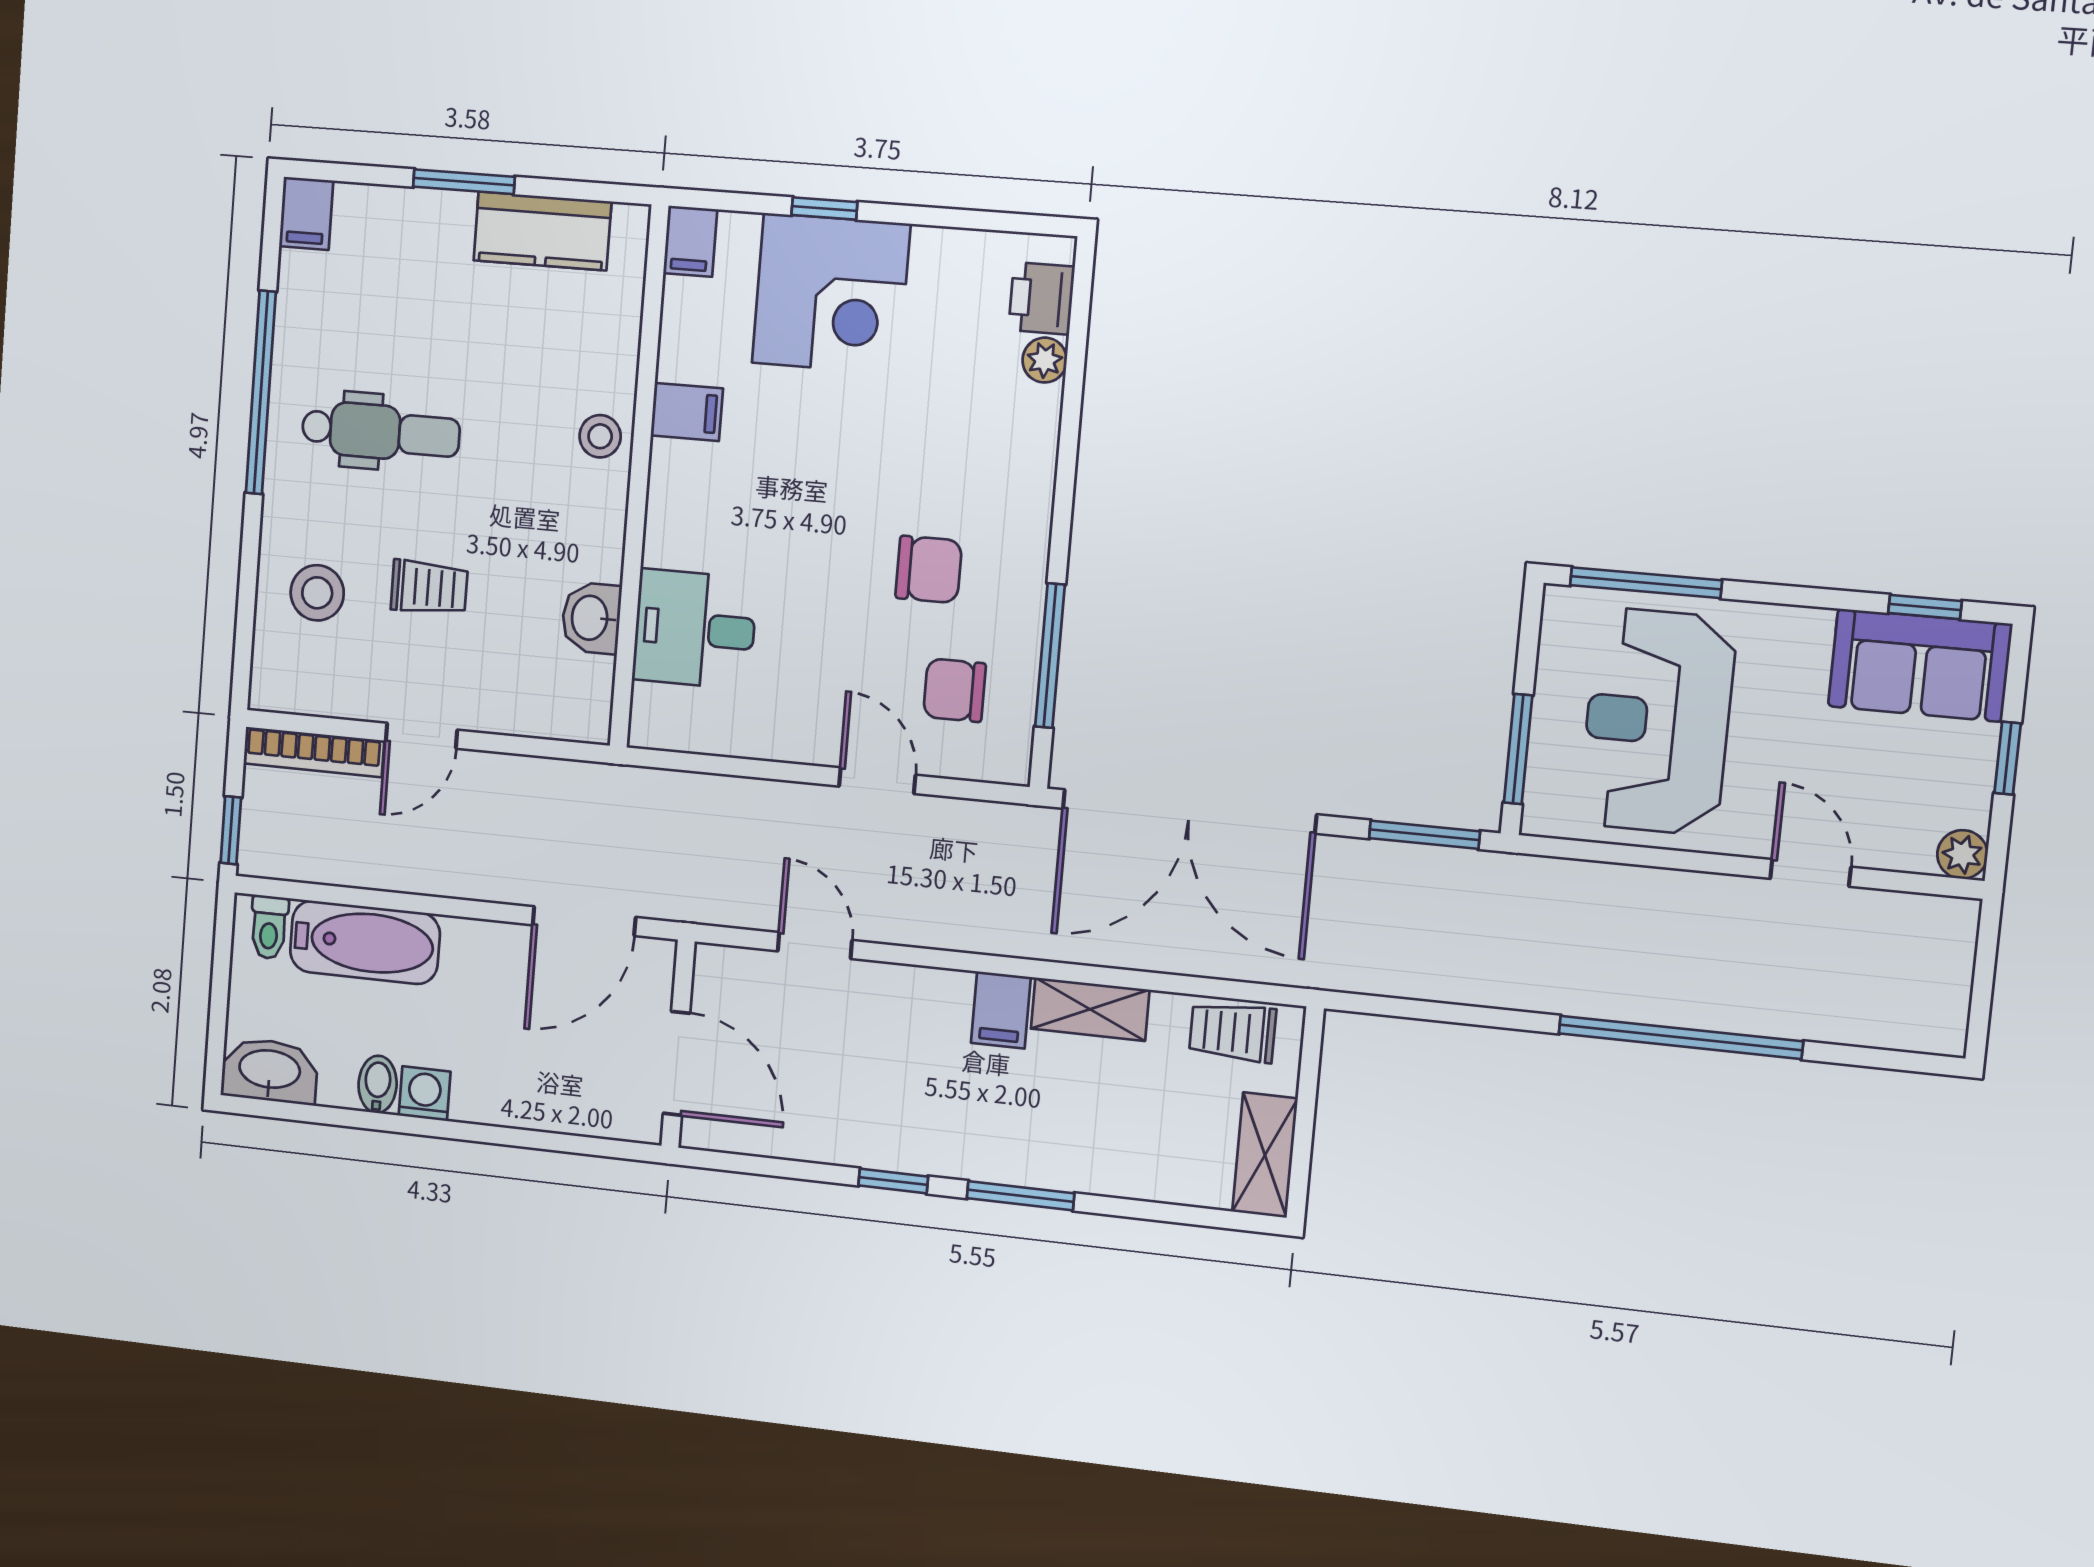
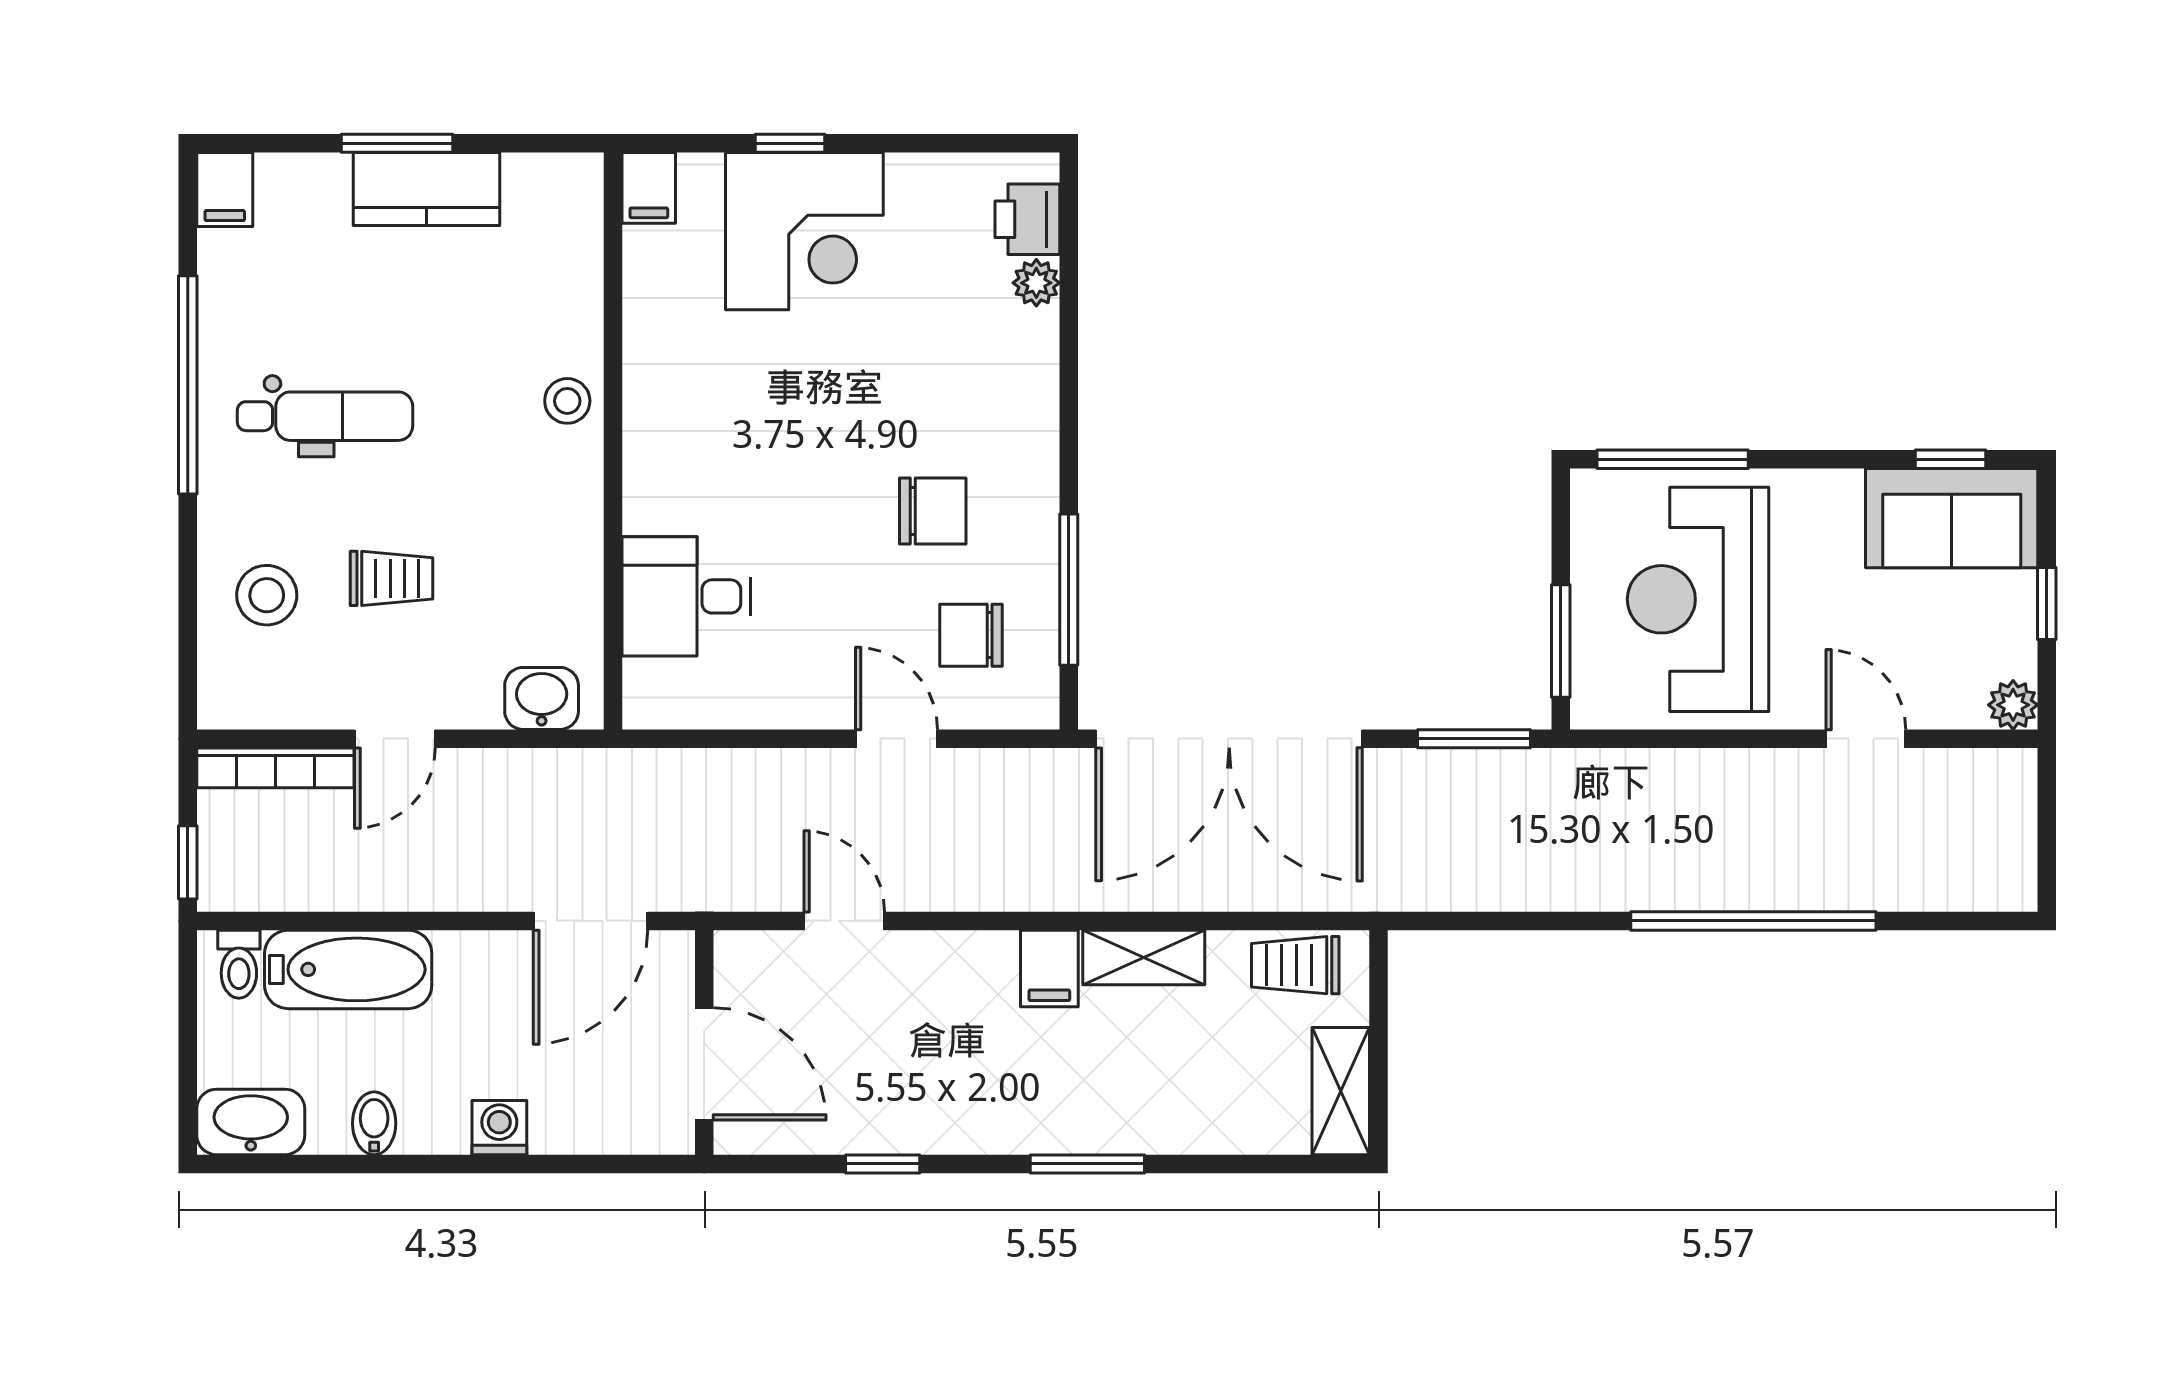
kitchen counter: (542, 231) -> (426, 189), moved
filing cabinet: (687, 412) -> (659, 368), removed
washbasin: (591, 618) -> (542, 698), moved, turned 90
washing machine: (425, 1094) -> (499, 1128), moved
window: (893, 1181) -> (883, 1164), moved

